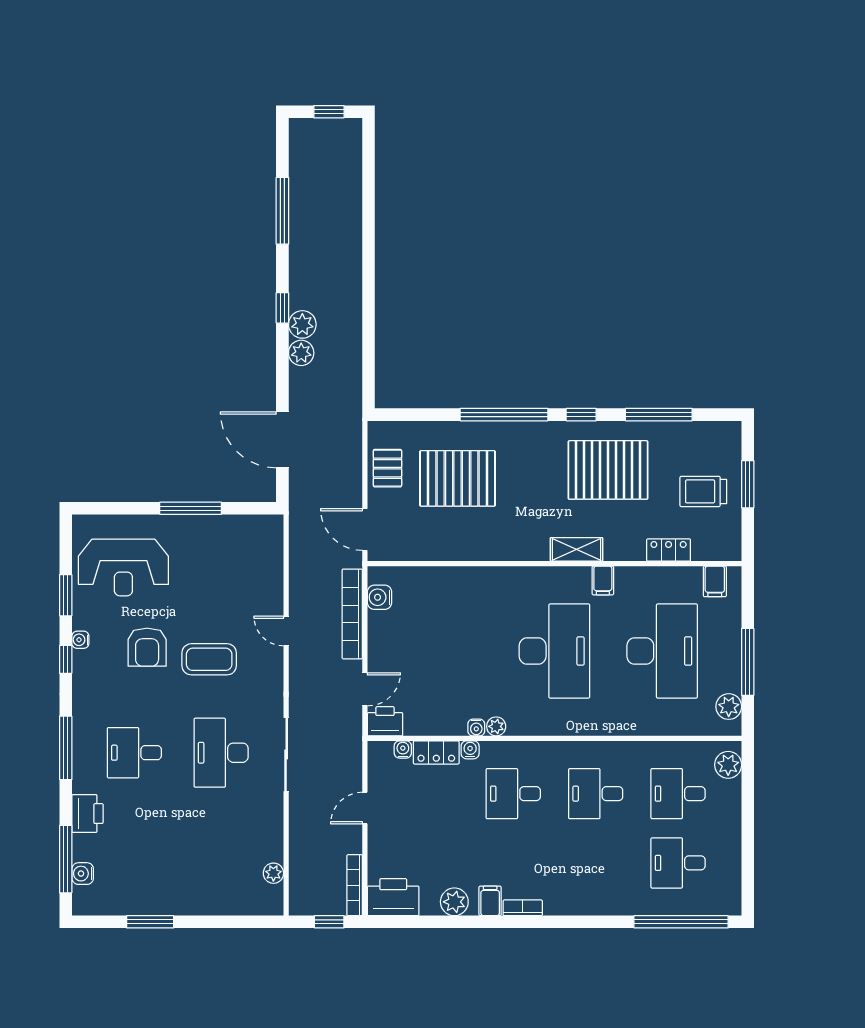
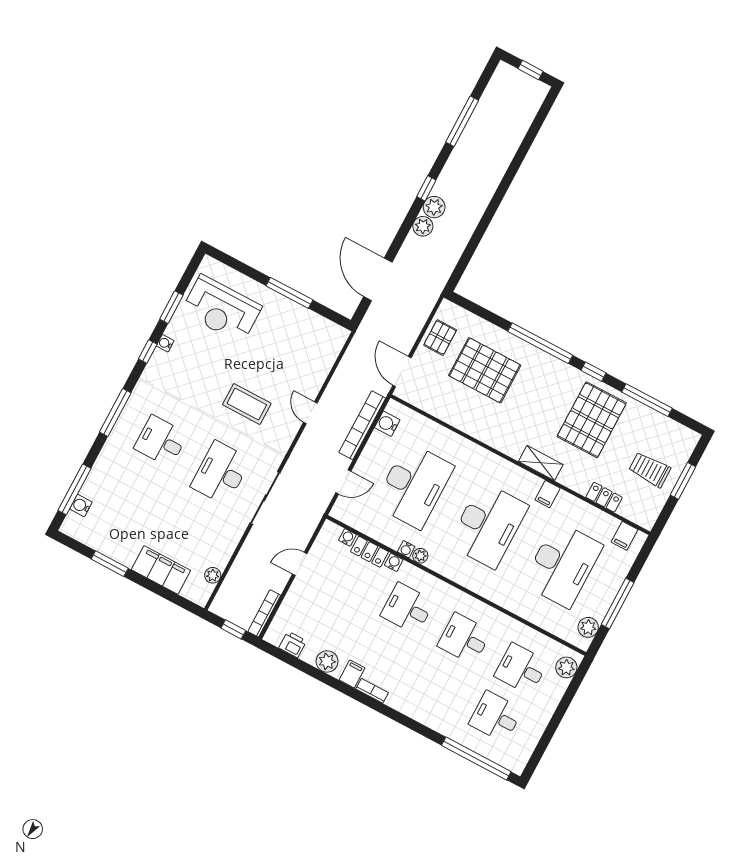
pallet: (608, 470) -> (592, 420), turned 90
armchair: (147, 647) -> (208, 373), removed
desk: (447, 651) -> (414, 486), added
printer: (385, 721) -> (345, 511), removed
printer: (88, 814) -> (106, 466), removed
printer: (393, 897) -> (293, 644), width x0.53, depth x0.68
filing cabinet: (212, 898) -> (161, 570), added

